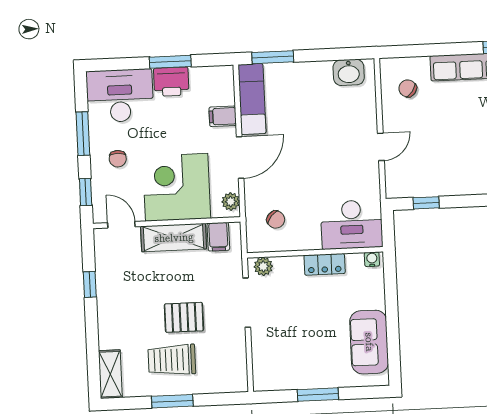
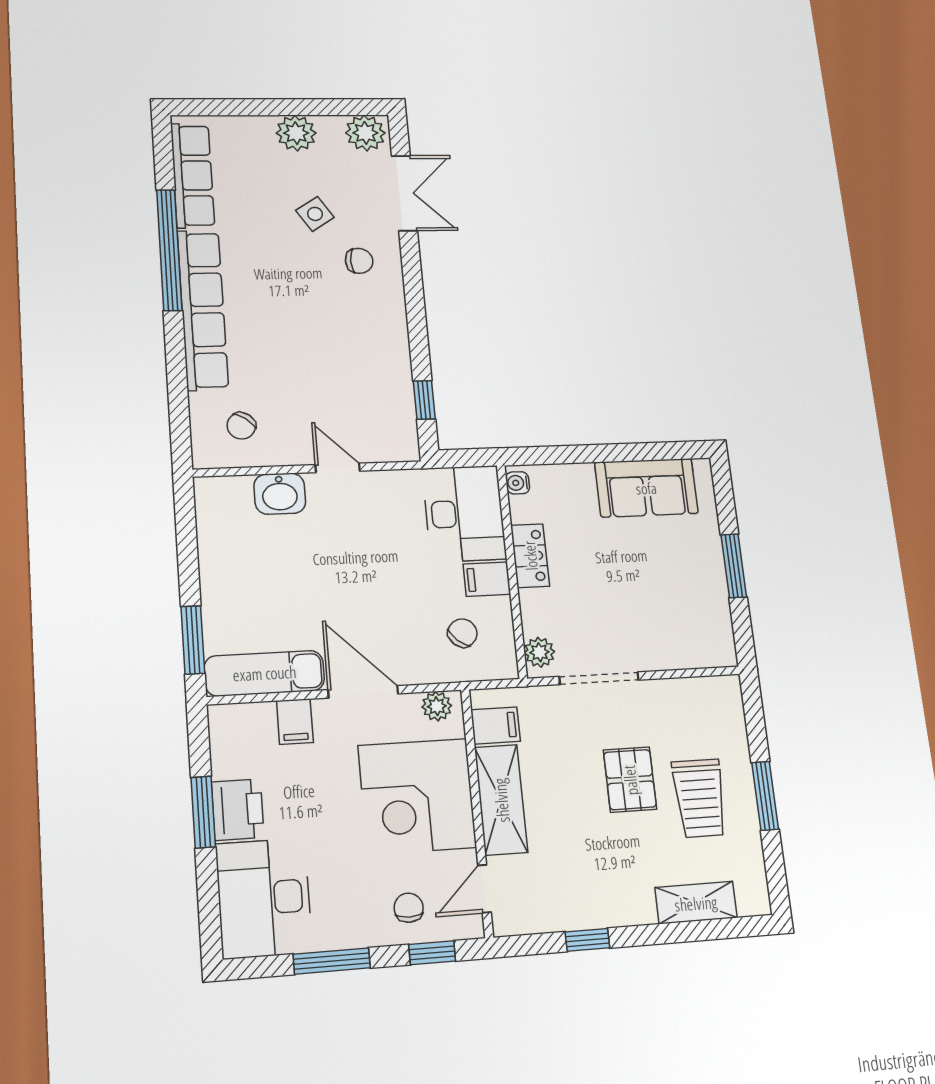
washbasin: (349, 72) -> (280, 494), moved, turned 90
chair: (118, 159) -> (409, 908), moved, turned -90
filing cabinet: (310, 236) -> (487, 579), added
shelving: (110, 374) -> (696, 903), moved

